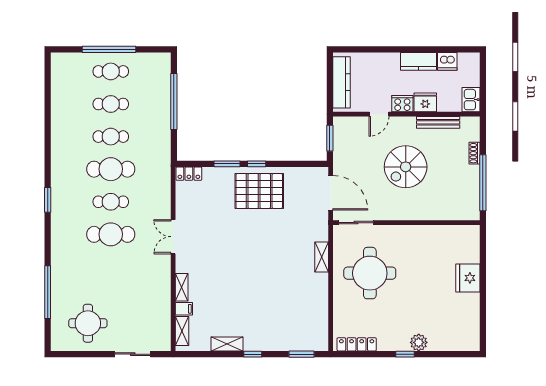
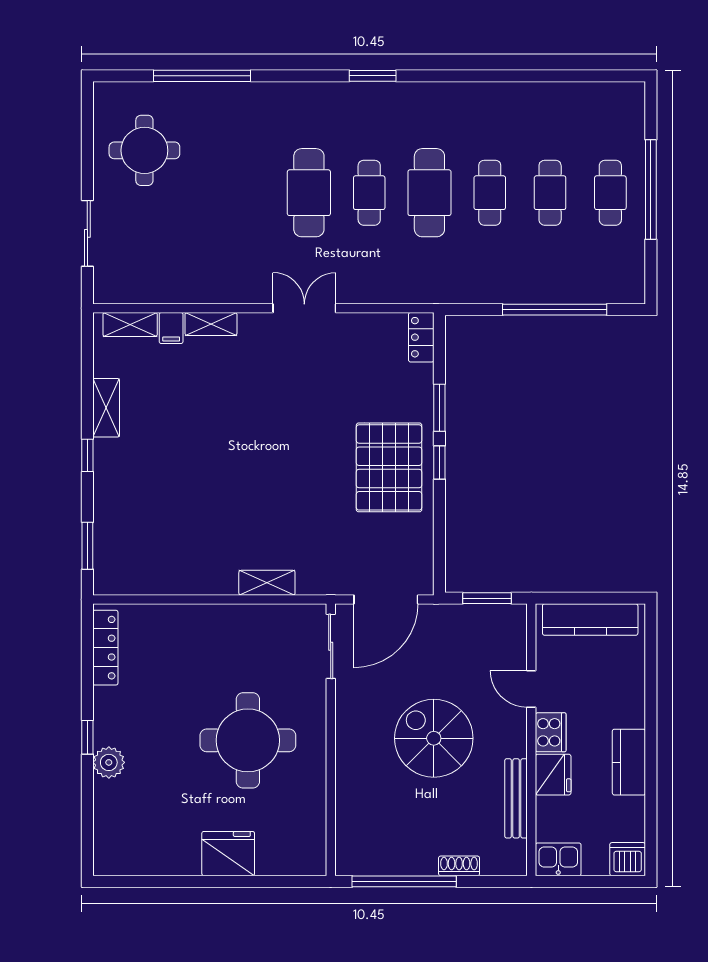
dishwasher: (447, 61) -> (628, 859), moved, turned 90
round table: (370, 273) -> (248, 740), moved

